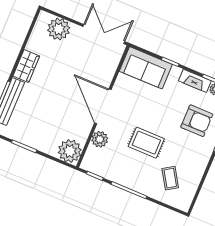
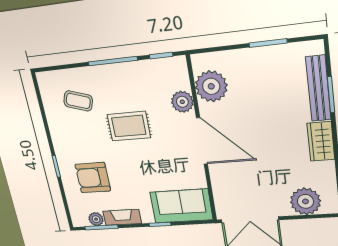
plant: (70, 151) -> (211, 86), moved
coffee table: (170, 178) -> (78, 101), turned -40

